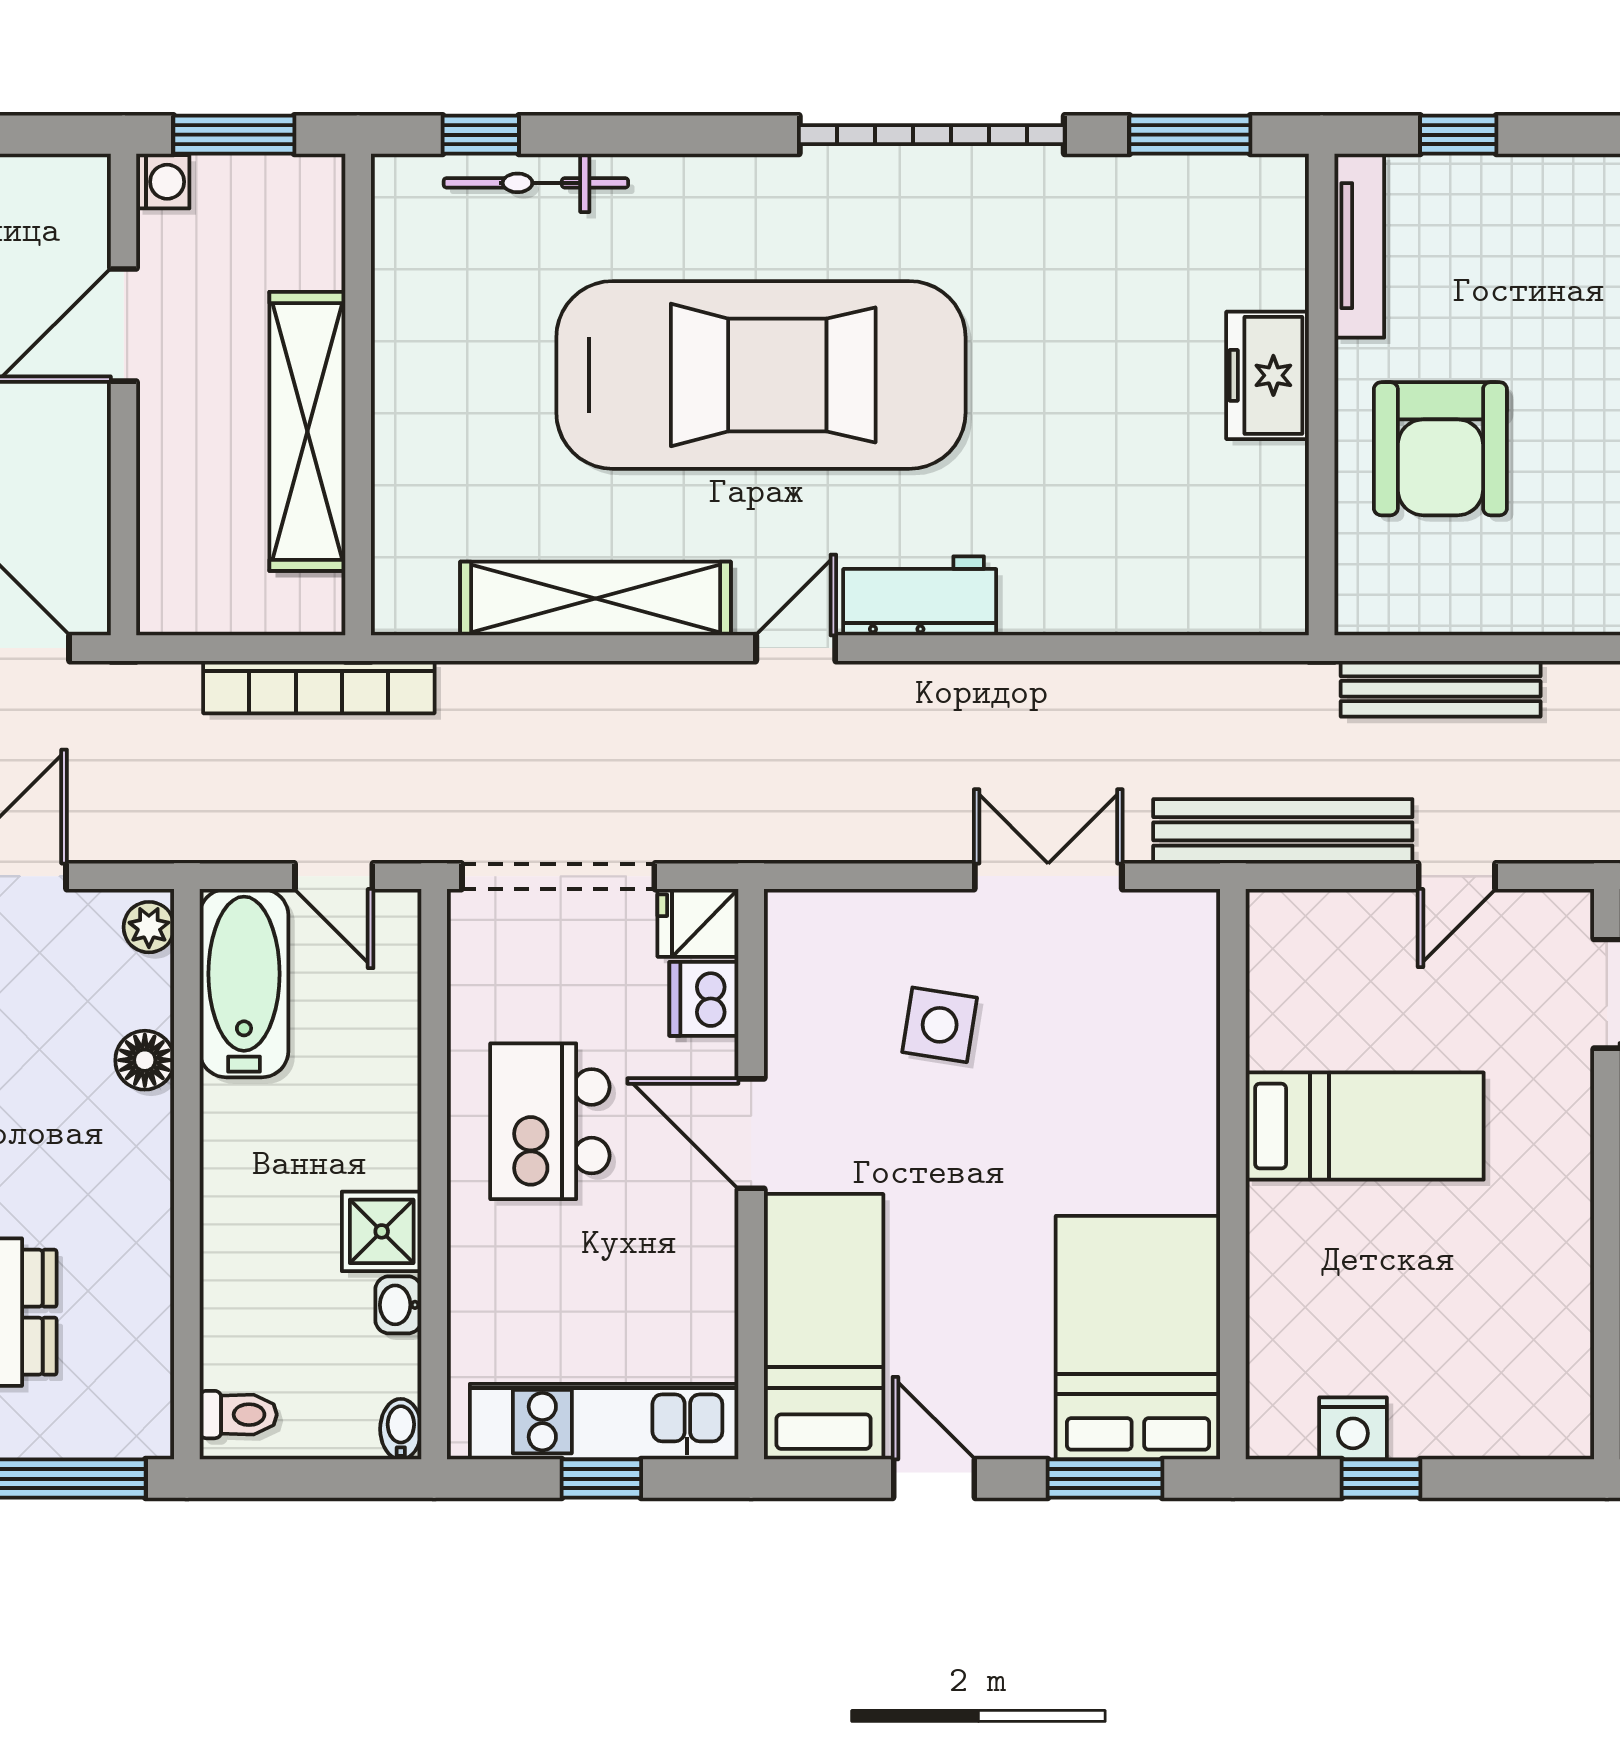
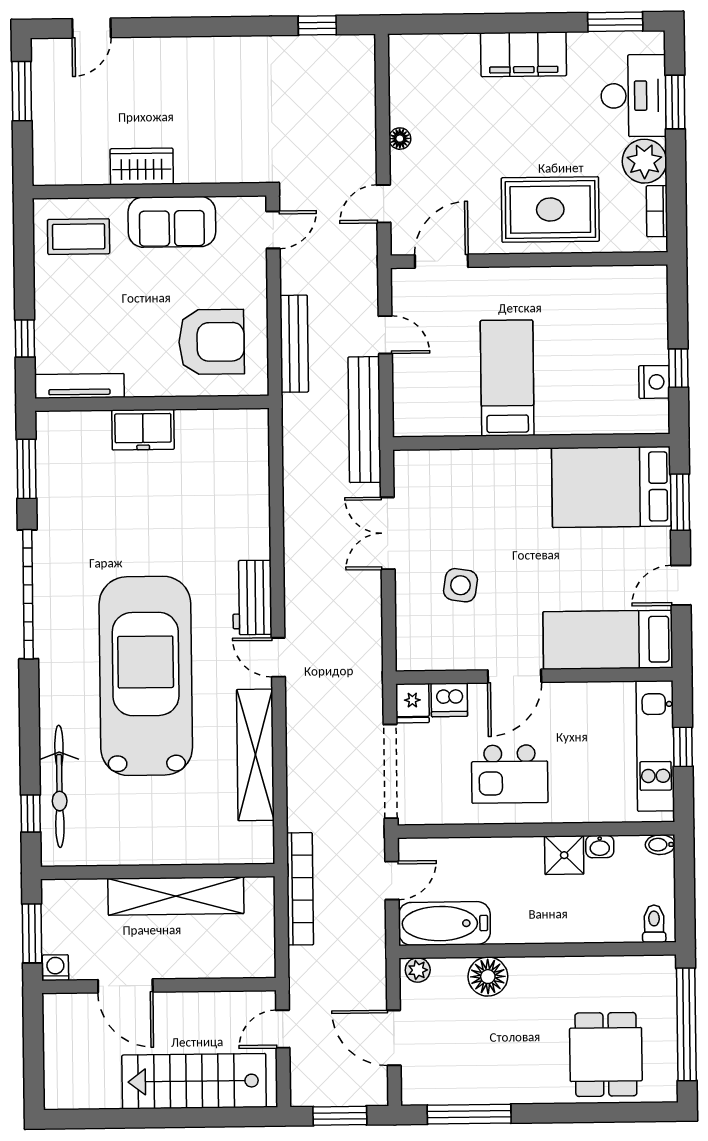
bicycle: (536, 183) -> (59, 786), width x1.37, depth x1.40
armchair: (1440, 449) -> (212, 342), moved
floor lamp: (145, 1060) -> (488, 977), width x1.38, depth x1.38

